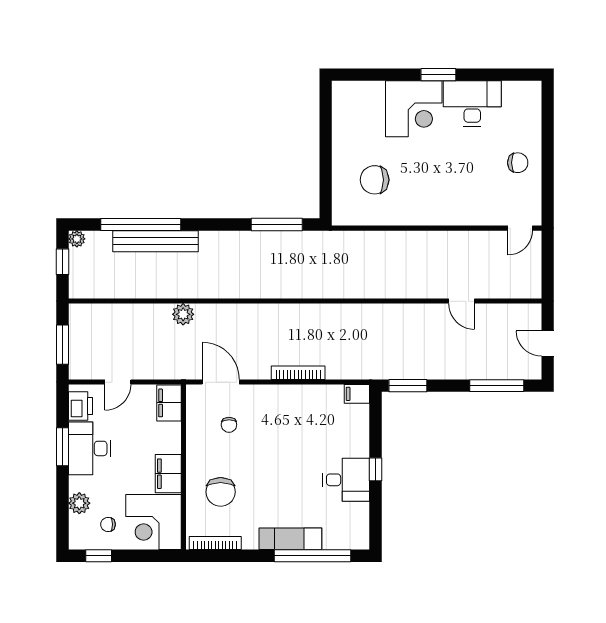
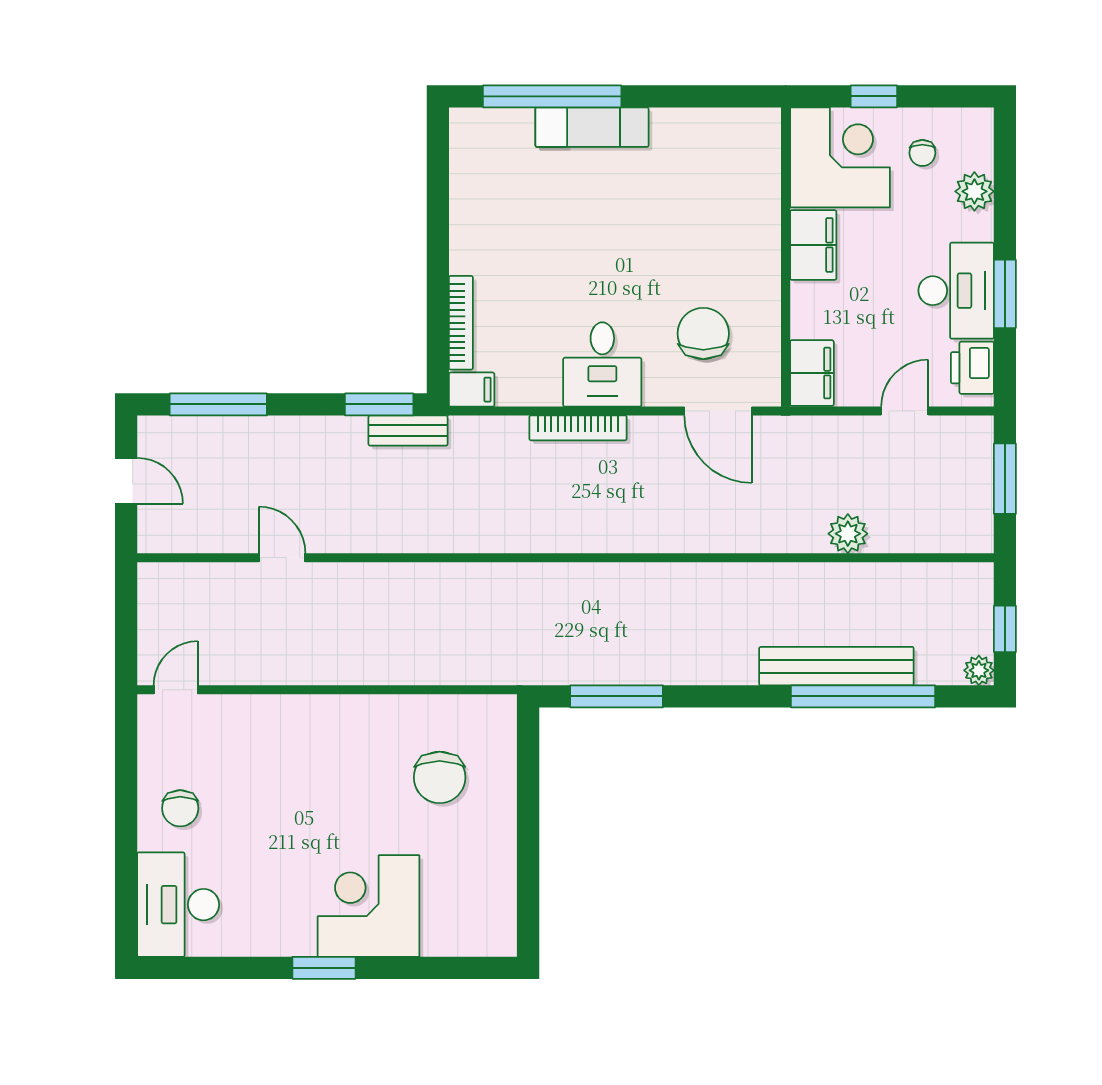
desk: (472, 103) -> (178, 905), moved, turned 90
chair: (518, 163) -> (180, 808), turned -90
chair: (375, 180) -> (440, 777), turned 90
plant: (183, 314) -> (848, 534), moved
bench: (392, 371) -> (408, 431), added
chair: (229, 425) -> (703, 334), width x1.87, depth x1.87
window: (375, 469) -> (438, 253), removed
desk: (346, 480) -> (602, 364), moved, turned -90
chair: (221, 492) -> (719, 212), removed
chair: (108, 524) -> (922, 153), turned 90
bookcase: (215, 543) -> (461, 323), moved, turned -90
window: (99, 556) -> (874, 96), moved

